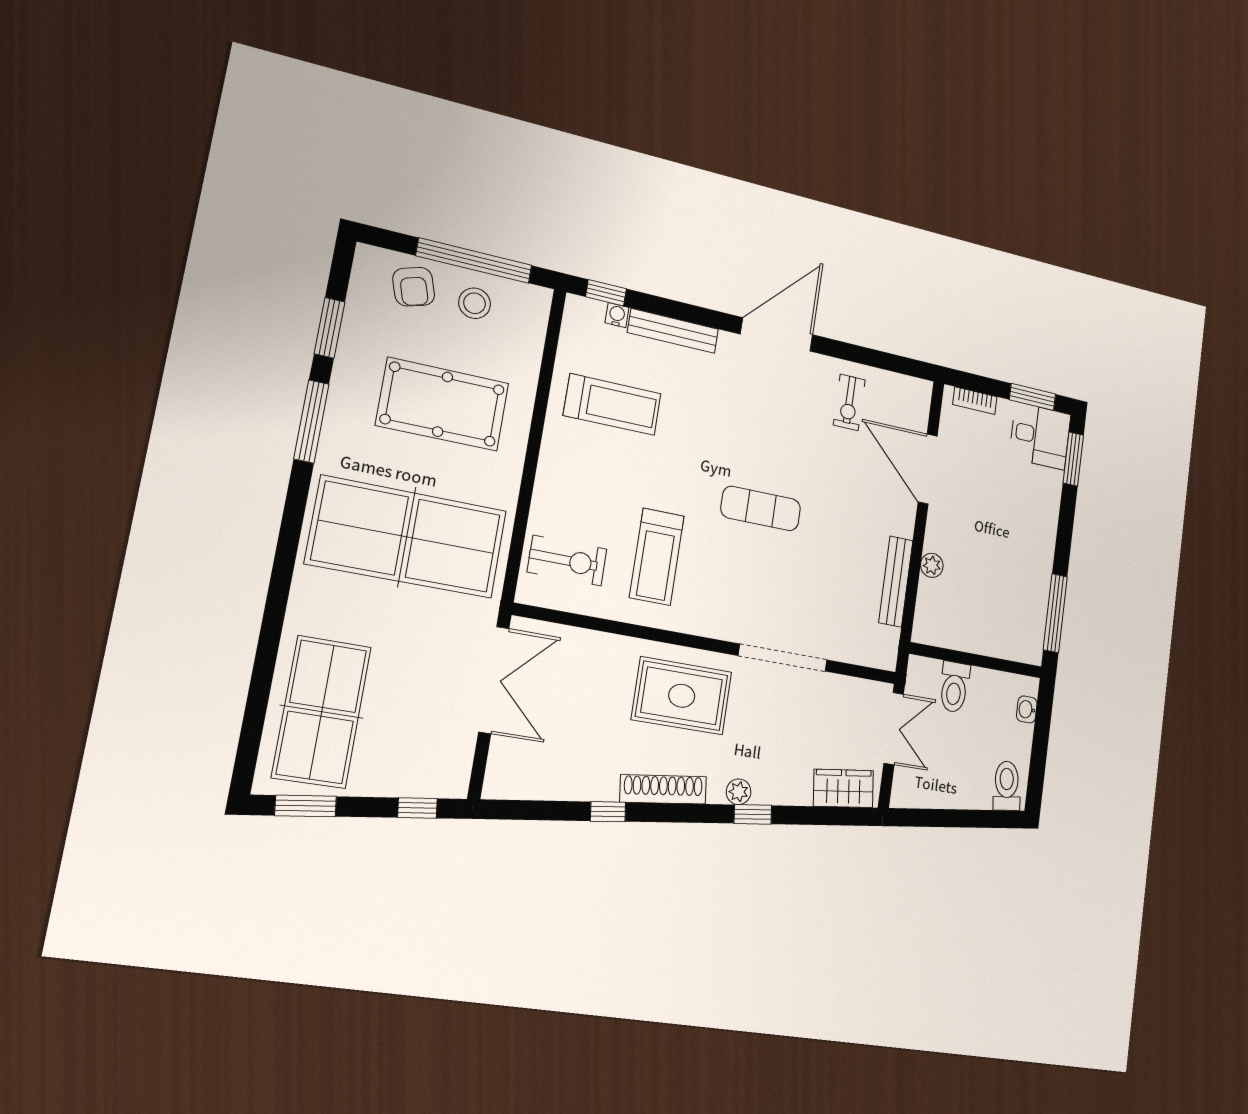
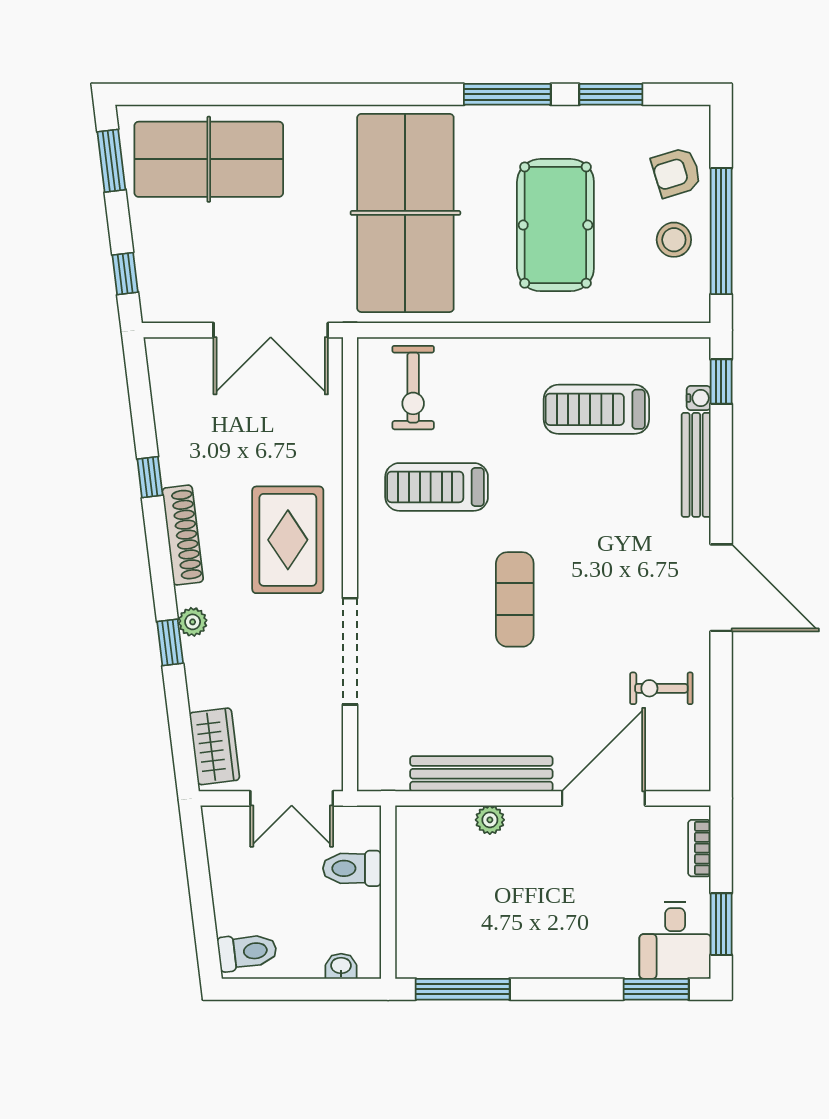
treadmill: (612, 404) -> (596, 409), turned 90
bench: (896, 582) -> (481, 774), width x1.37, depth x1.21

